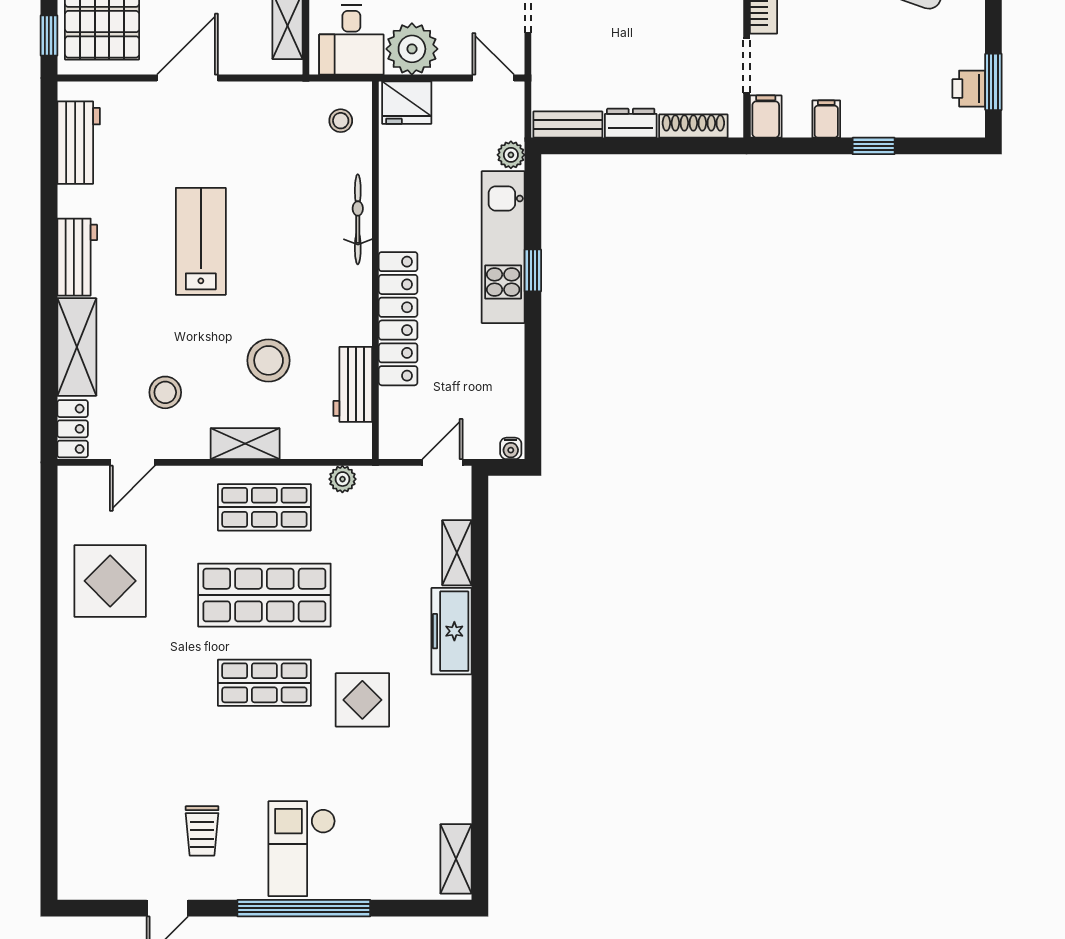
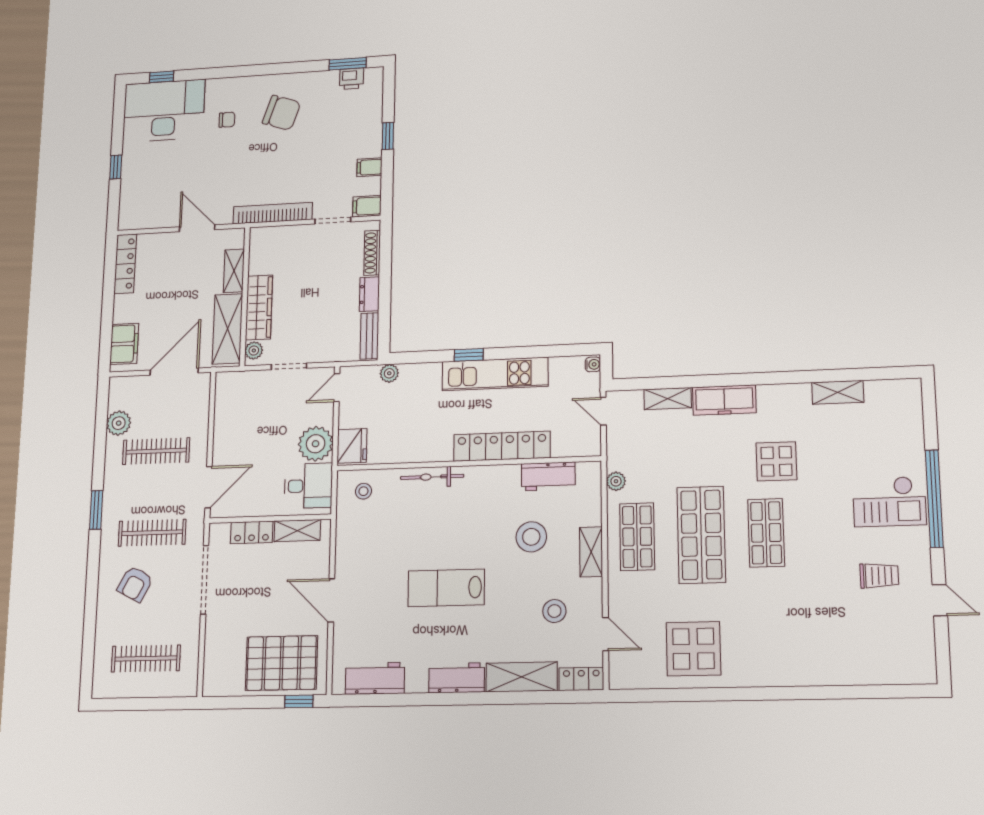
kitchen unit: (503, 247) -> (495, 374), moved
shelving: (456, 859) -> (838, 392), moved

